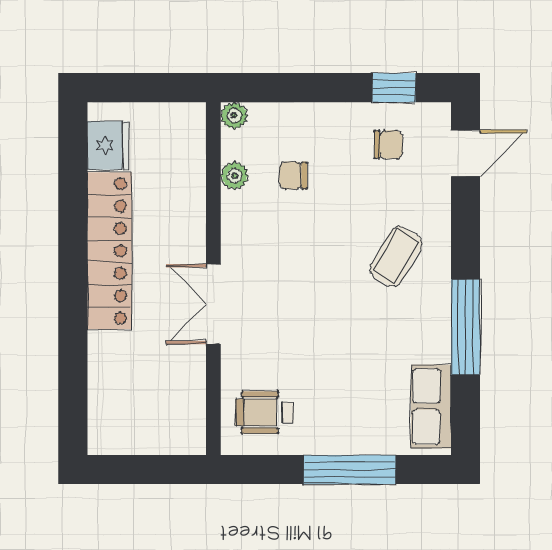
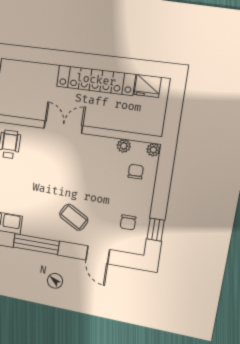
door: (466, 153) -> (98, 255), moved
chair: (293, 175) -> (136, 172), moved

